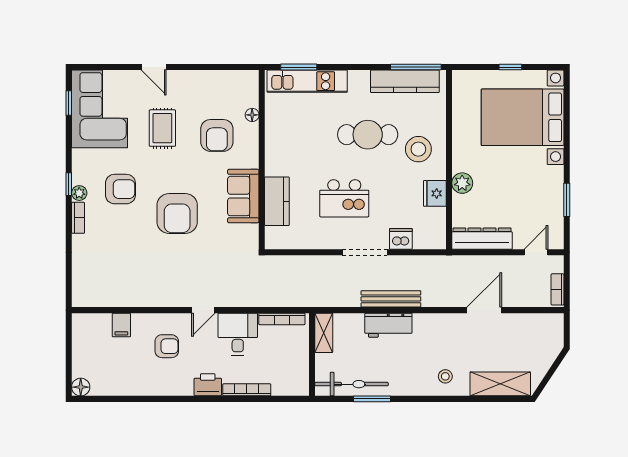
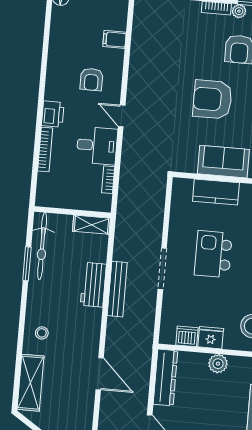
dishwasher: (401, 239) -> (187, 336), moved, turned -90
bookcase: (282, 319) -> (108, 180), width x0.64

